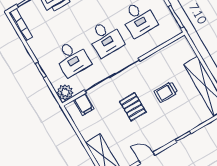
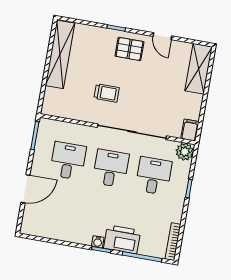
trolley: (166, 92) -> (107, 93), moved
filing cabinet: (84, 104) -> (190, 130), moved
pallet: (133, 107) -> (129, 49), moved, turned 90

